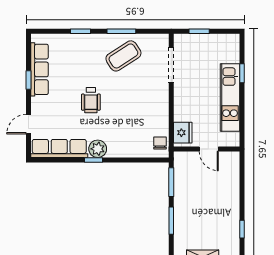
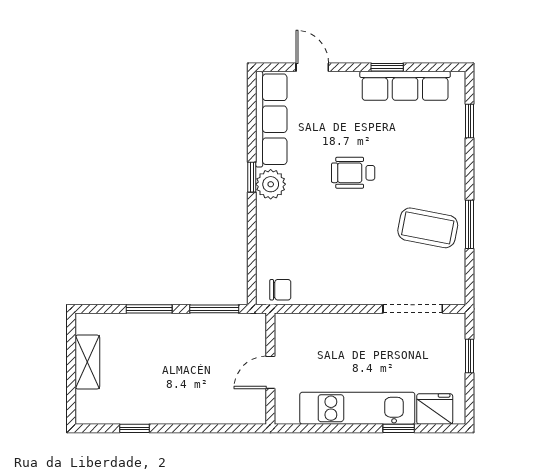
window: (81, 31) -> (469, 121), moved
coffee table: (123, 56) -> (428, 228), turned -46
fridge: (183, 133) -> (435, 409), moved, turned 180

